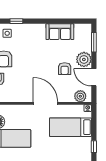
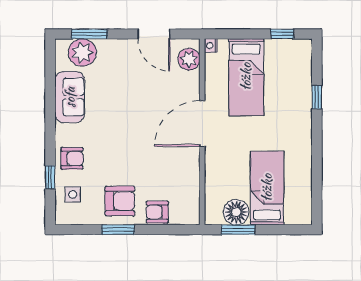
plant: (84, 59) -> (82, 53), moved
armchair: (65, 69) -> (72, 158), moved
door: (94, 77) -> (154, 34), hinge flipped

